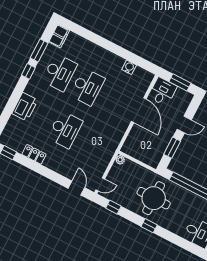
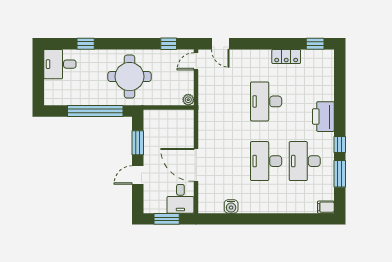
filing cabinet: (59, 36) -> (326, 207), width x0.50
printer: (25, 107) -> (323, 117), moved
window: (149, 226) -> (86, 44), moved

